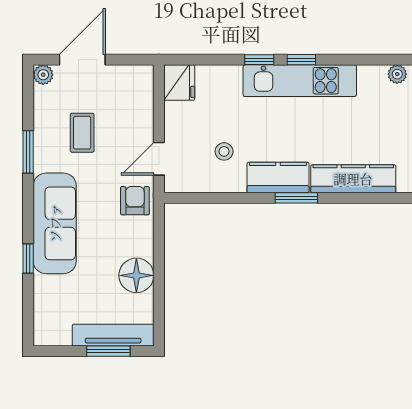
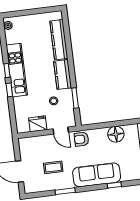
plant: (43, 75) -> (29, 189), removed
fridge: (179, 83) -> (38, 124), moved
window: (296, 198) -> (75, 98), moved

